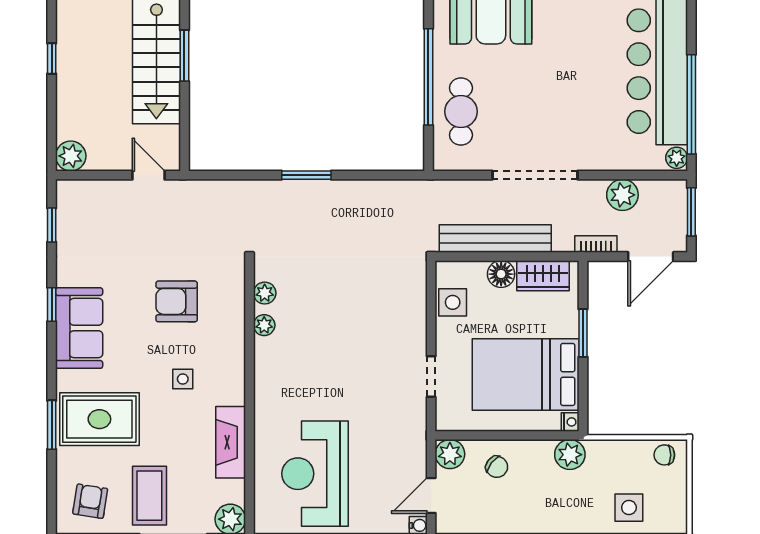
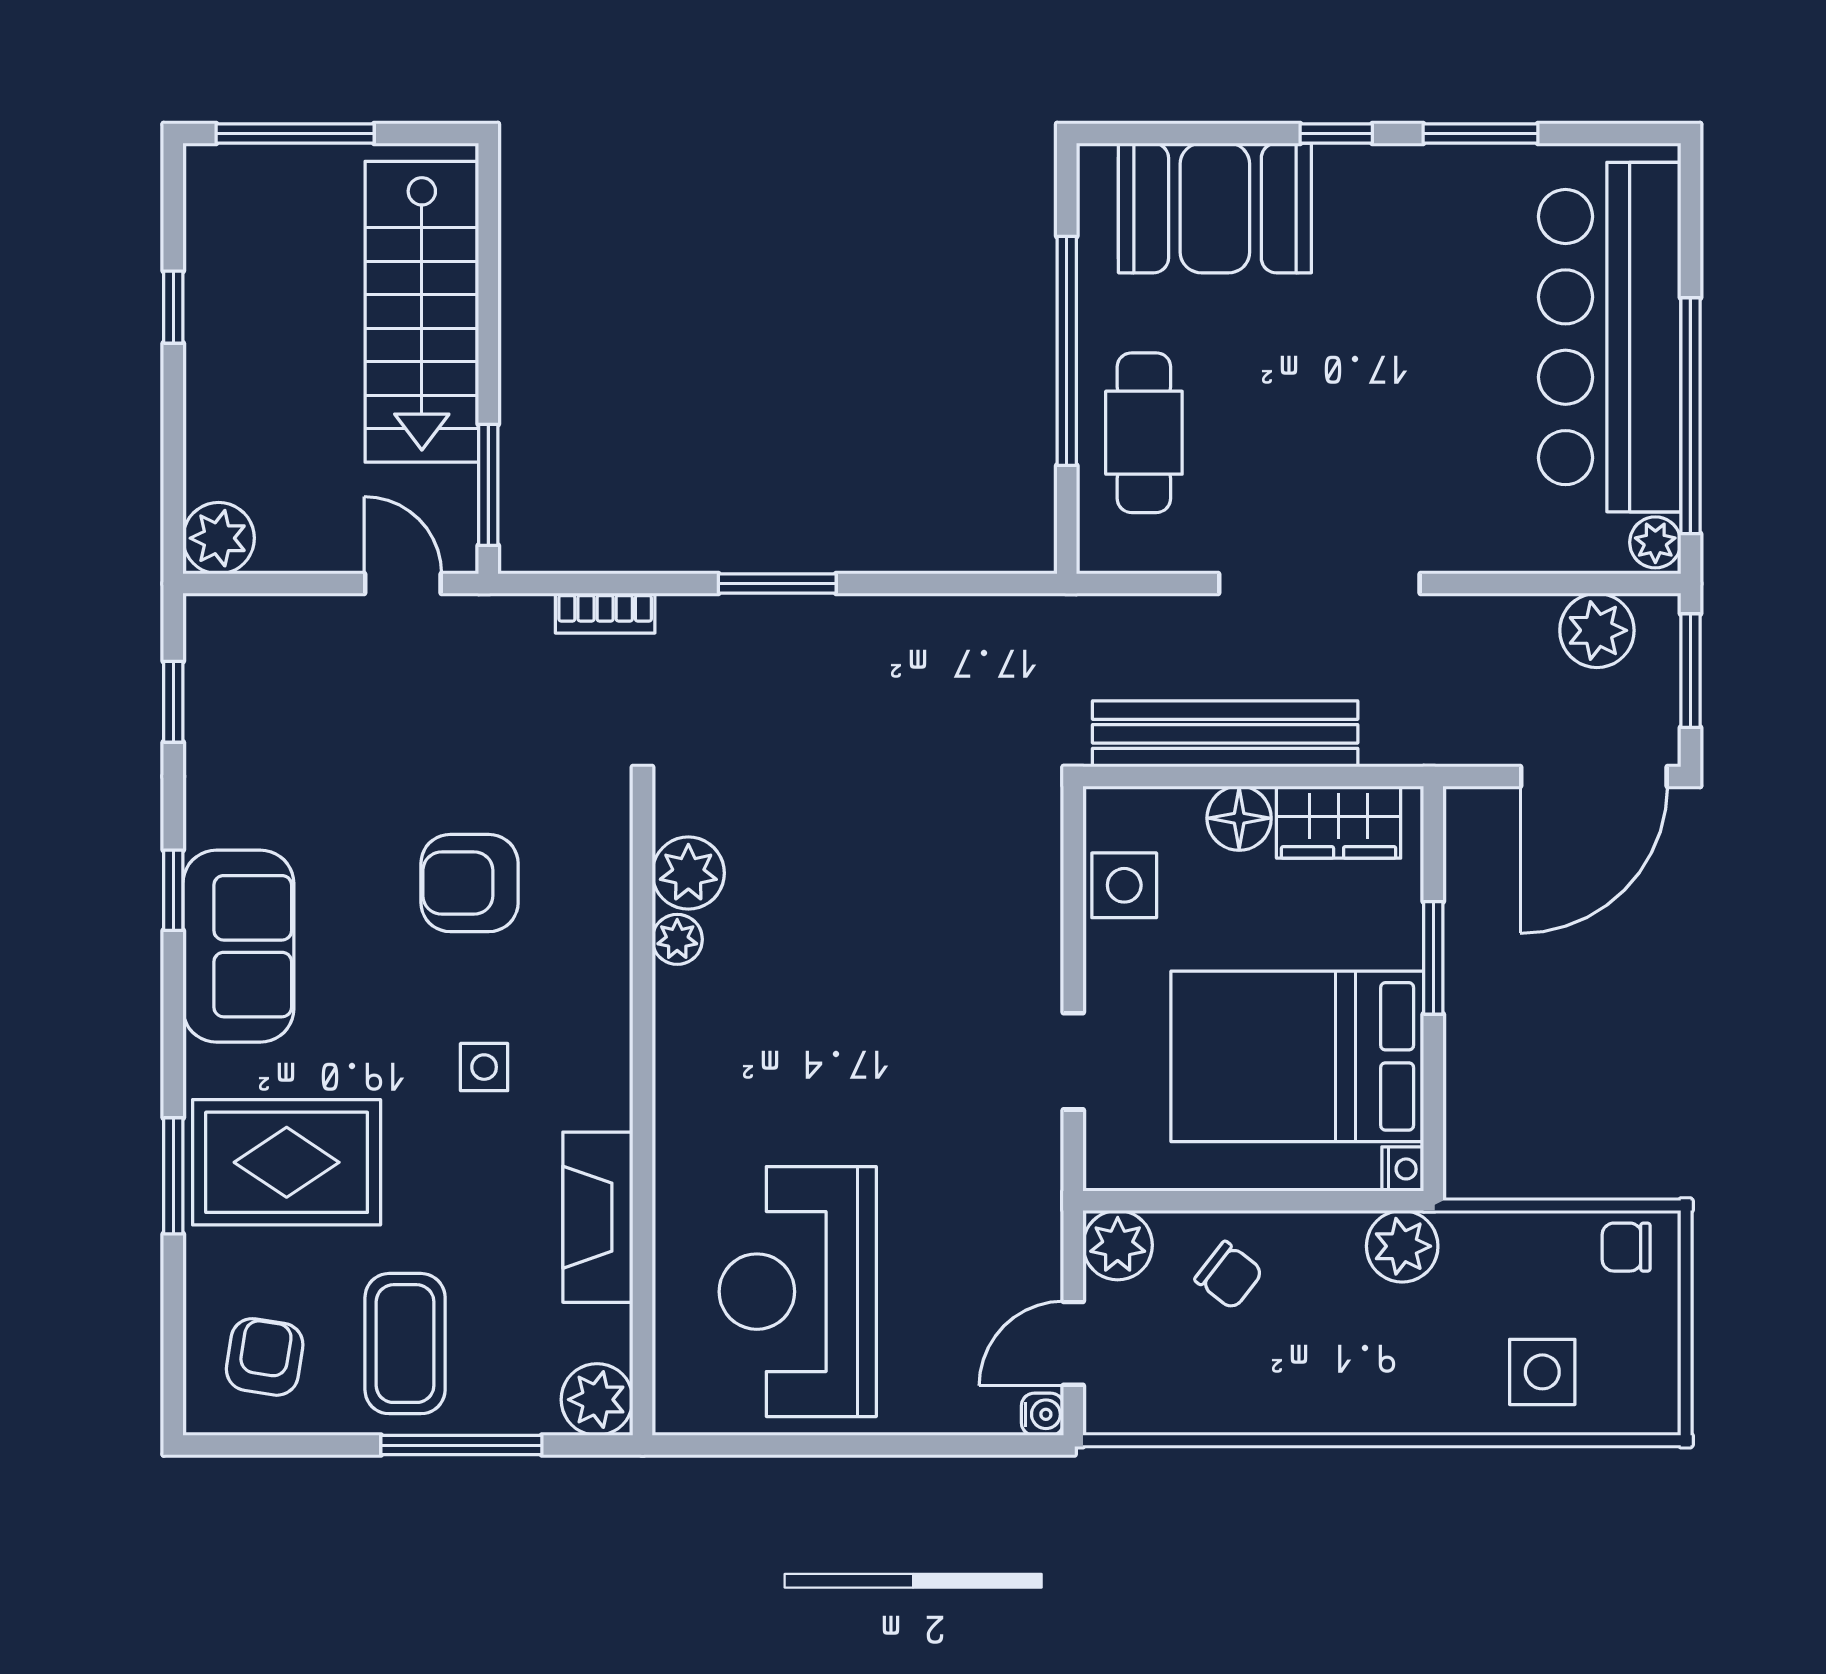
window: (184, 56) -> (488, 485), moved
plant: (622, 195) -> (1597, 630), moved
bookcase: (596, 244) -> (605, 613), moved, turned 180
door: (651, 256) -> (1594, 776), width x1.36
plant: (265, 293) -> (688, 873), width x1.38, depth x1.38

